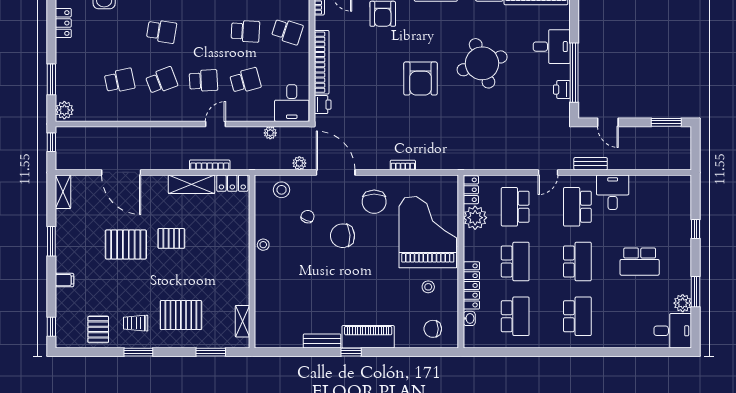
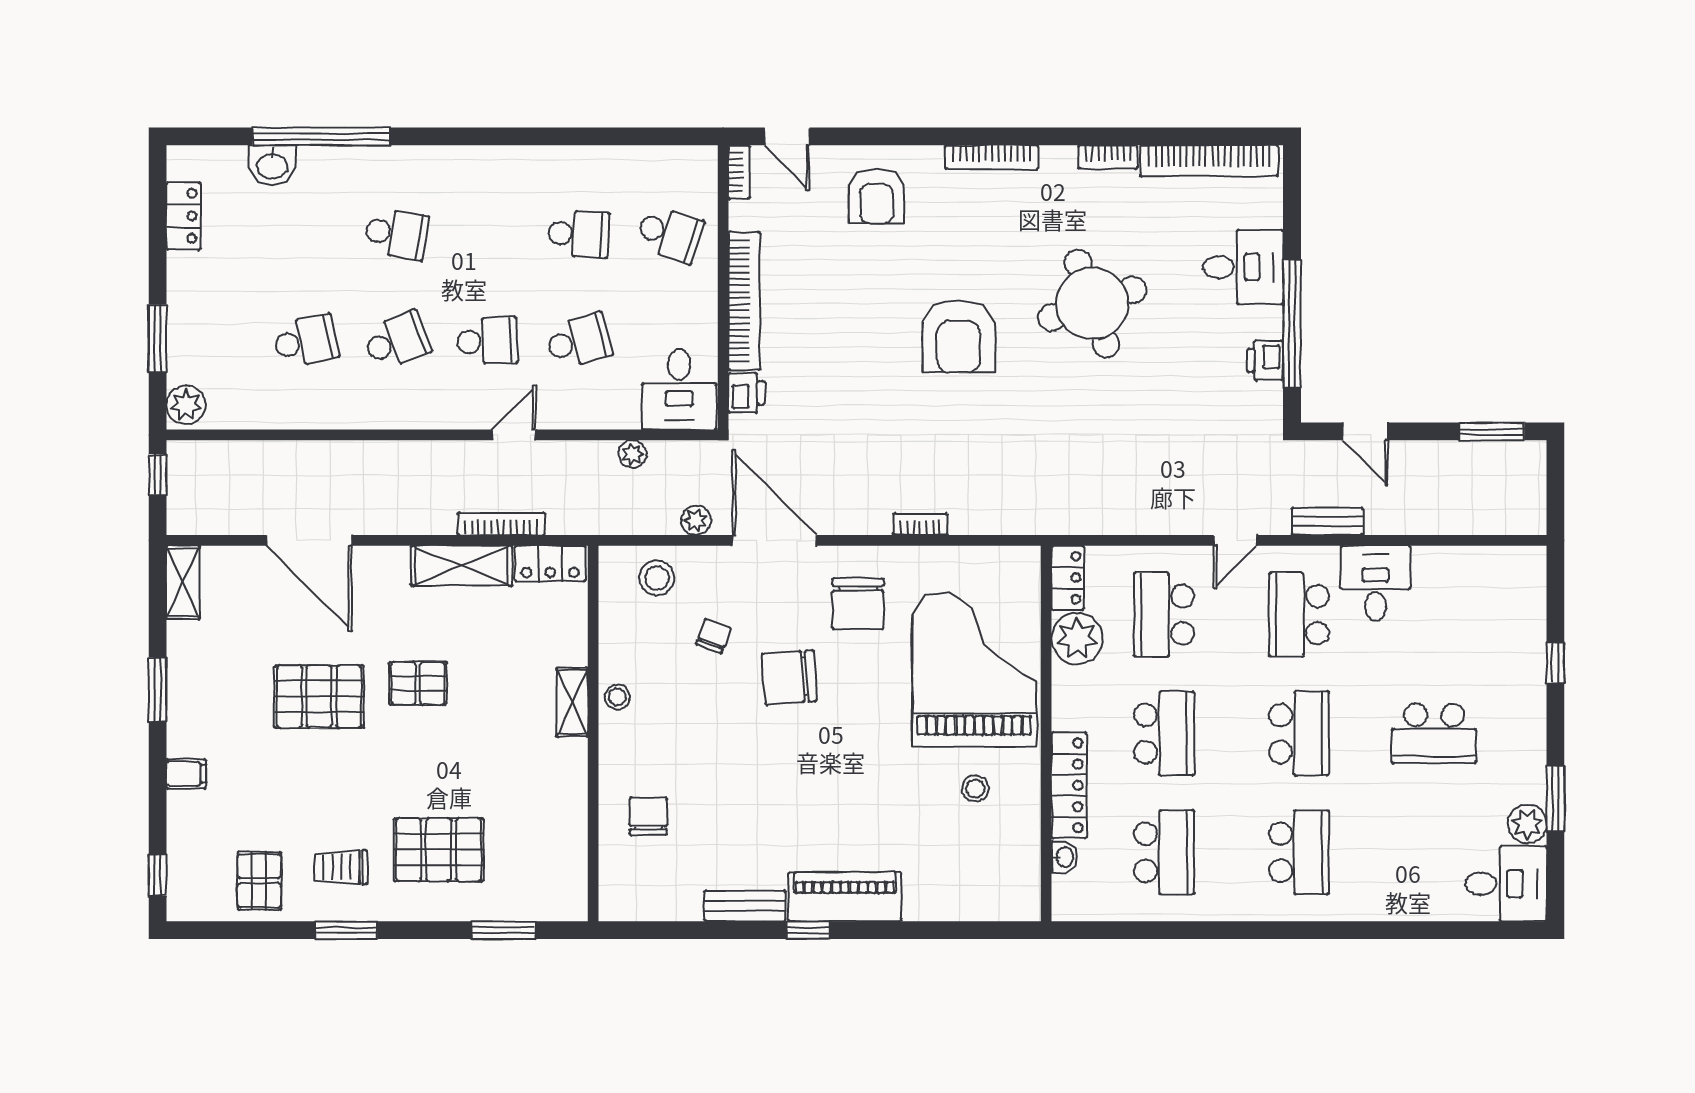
shelving: (242, 321) -> (572, 702), moved
chair: (433, 329) -> (648, 816), moved, turned 90

